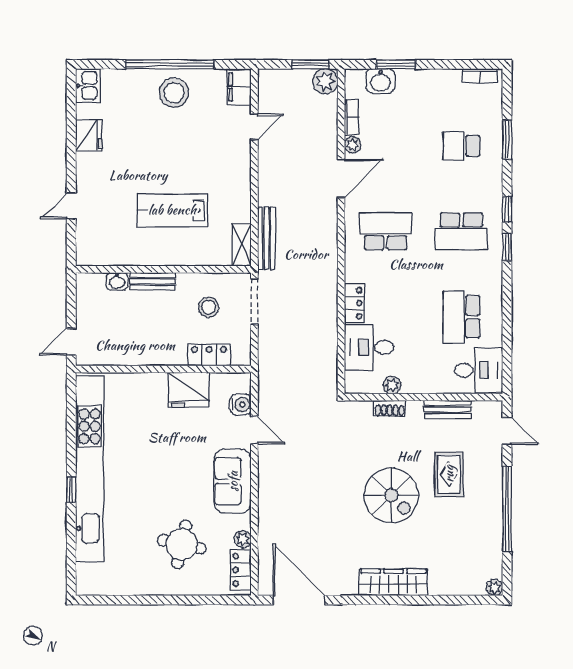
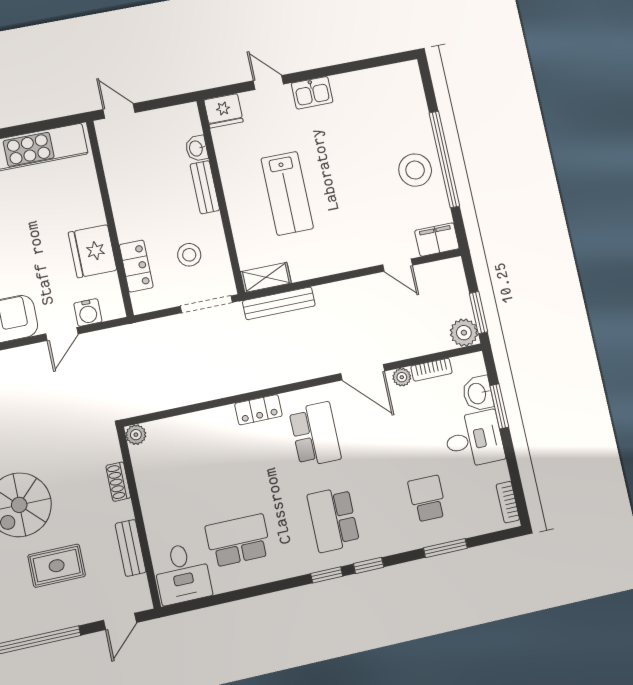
kitchen sink: (88, 86) -> (312, 93), moved
fridge: (89, 135) -> (223, 111), moved
lab bench: (172, 210) -> (287, 193), turned 180
locker: (354, 303) -> (258, 410), moved
desk: (369, 347) -> (474, 439), moved, turned 90
plant: (392, 385) -> (136, 435), moved

